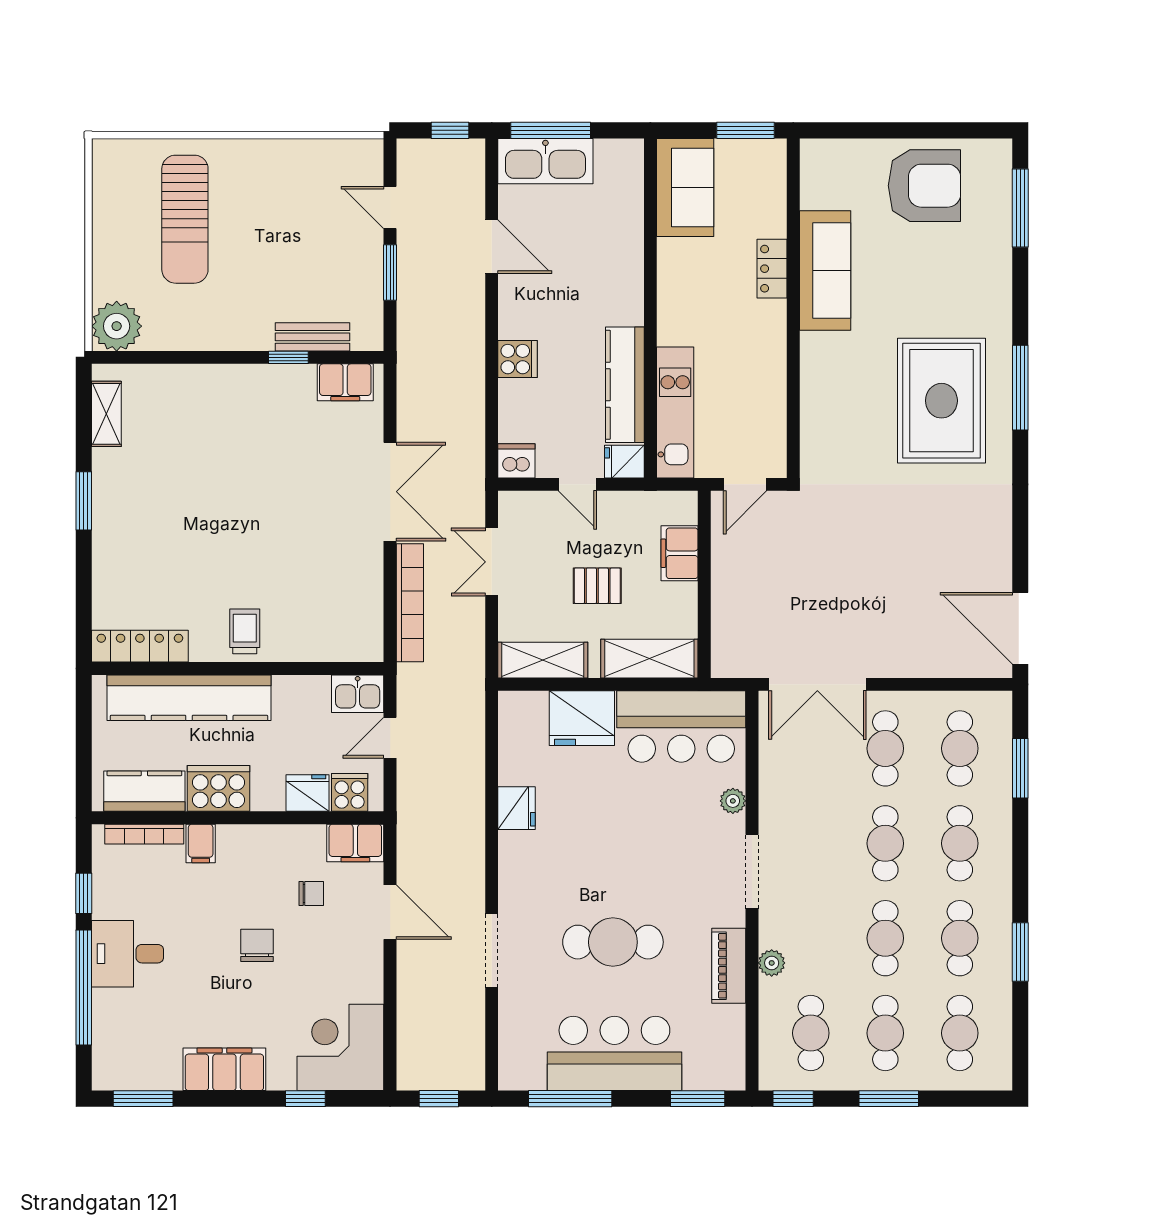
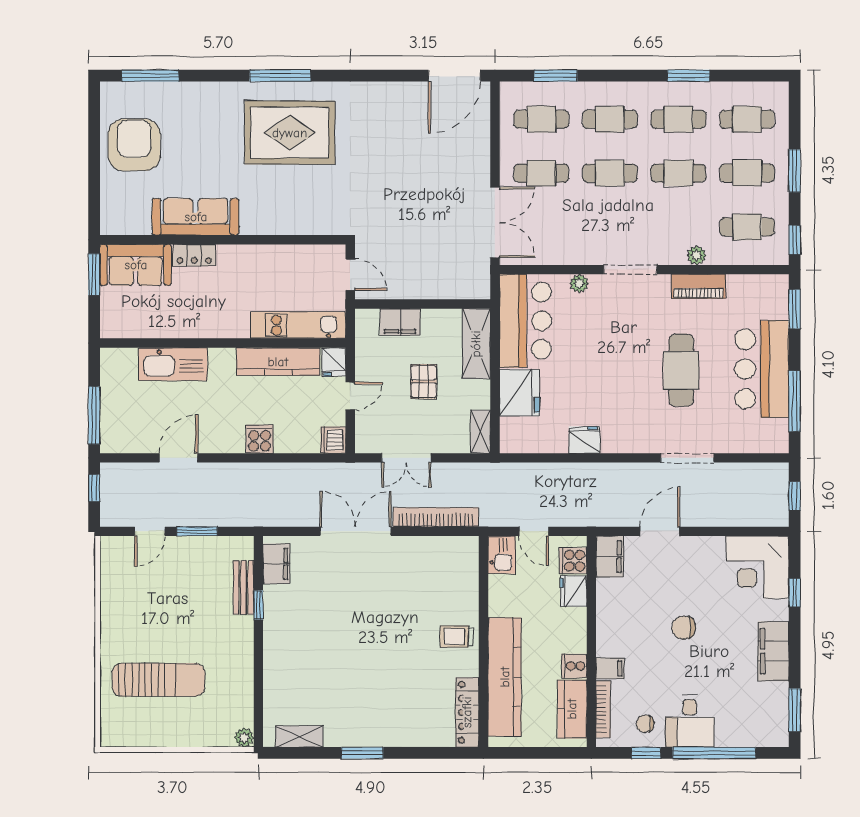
kitchen sink: (545, 161) -> (173, 364), moved, turned 90
sofa: (685, 188) -> (136, 265), moved, turned 180
plant: (117, 326) -> (244, 738), width x0.53, depth x0.53
shelving: (543, 660) -> (481, 432), width x0.67, depth x0.75
cooker: (219, 788) -> (574, 666), width x0.53, depth x0.76
chair: (311, 893) -> (645, 724), moved, turned -90

